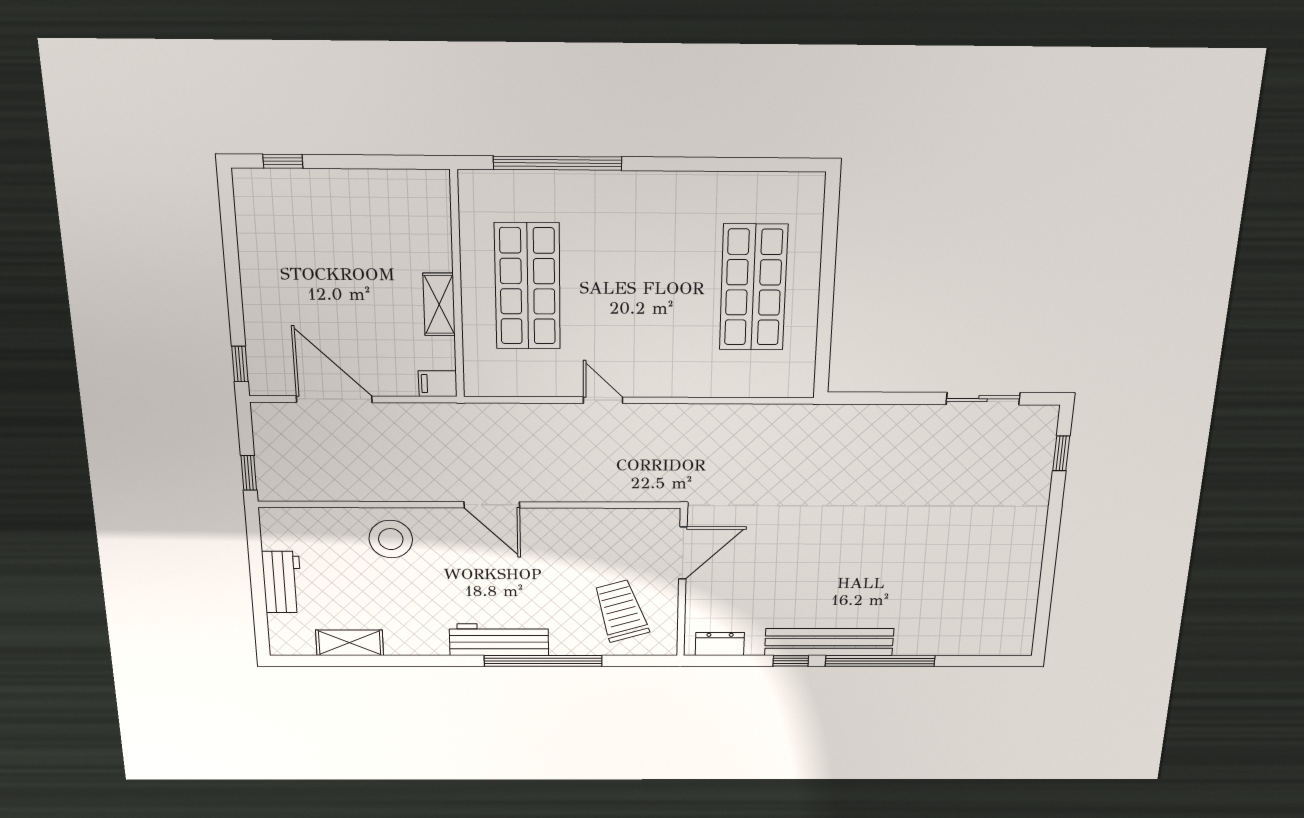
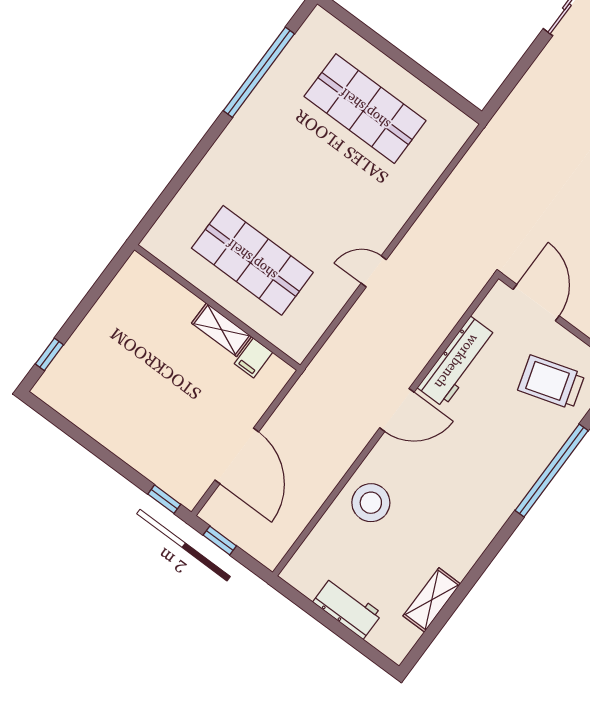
window: (558, 163) -> (259, 72), moved
filing cabinet: (438, 384) -> (254, 358), moved
door: (334, 399) -> (237, 456), swing flipped
window: (249, 473) -> (220, 540), moved
workbench: (499, 640) -> (457, 362), moved, turned 180

